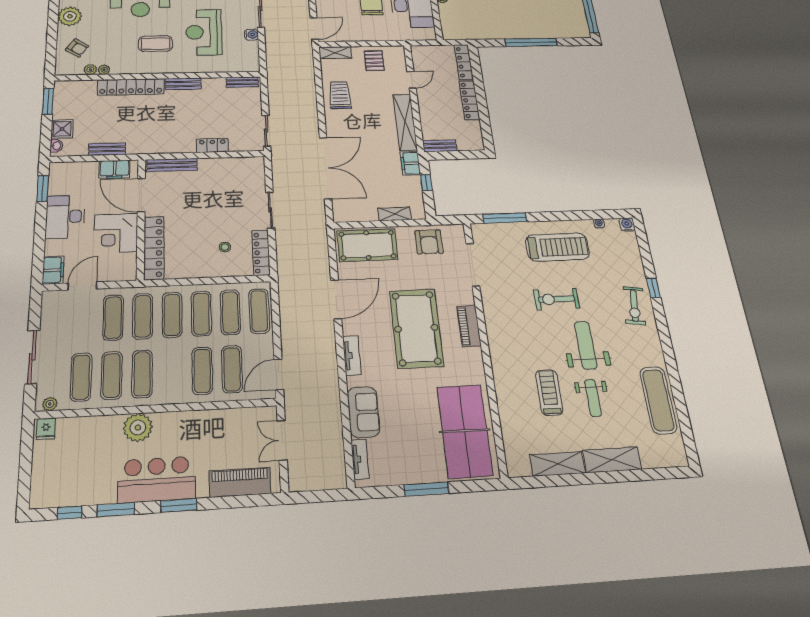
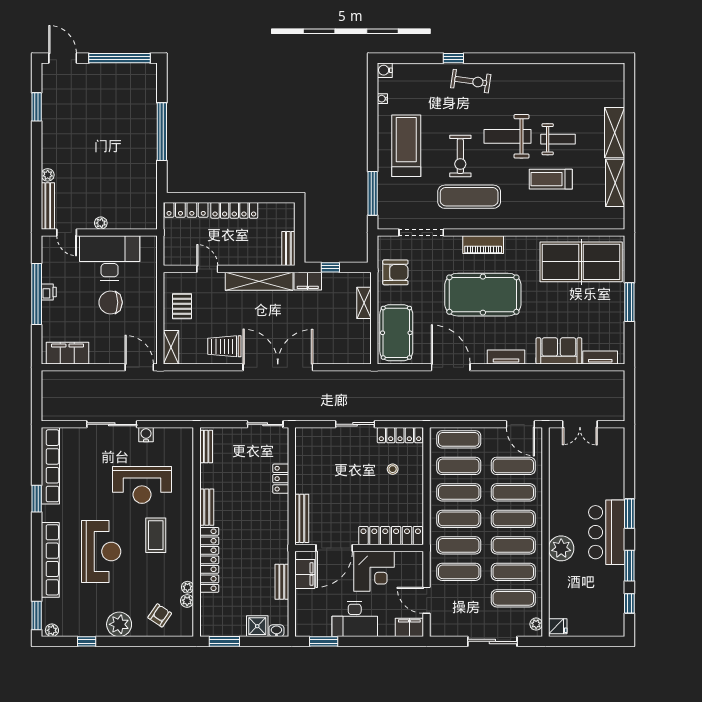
pallet: (374, 61) -> (182, 306), turned 90
double door: (326, 168) -> (278, 367), moved
exercise mat: (172, 372) -> (513, 519), added
exercise mat: (658, 400) -> (469, 197), moved
piano: (240, 482) -> (613, 462), removed

